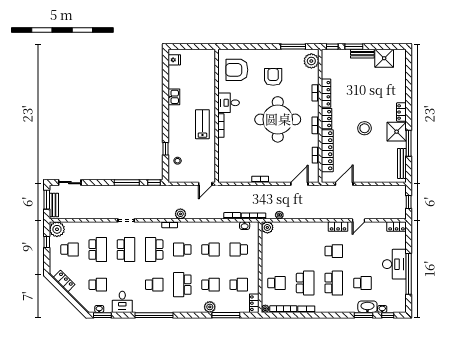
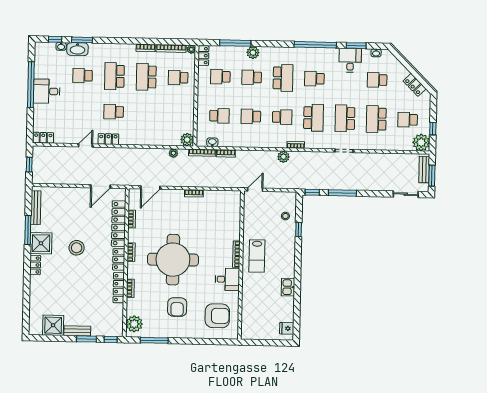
desk: (394, 264) -> (47, 91), width x0.73
window: (102, 315) -> (356, 46), moved

